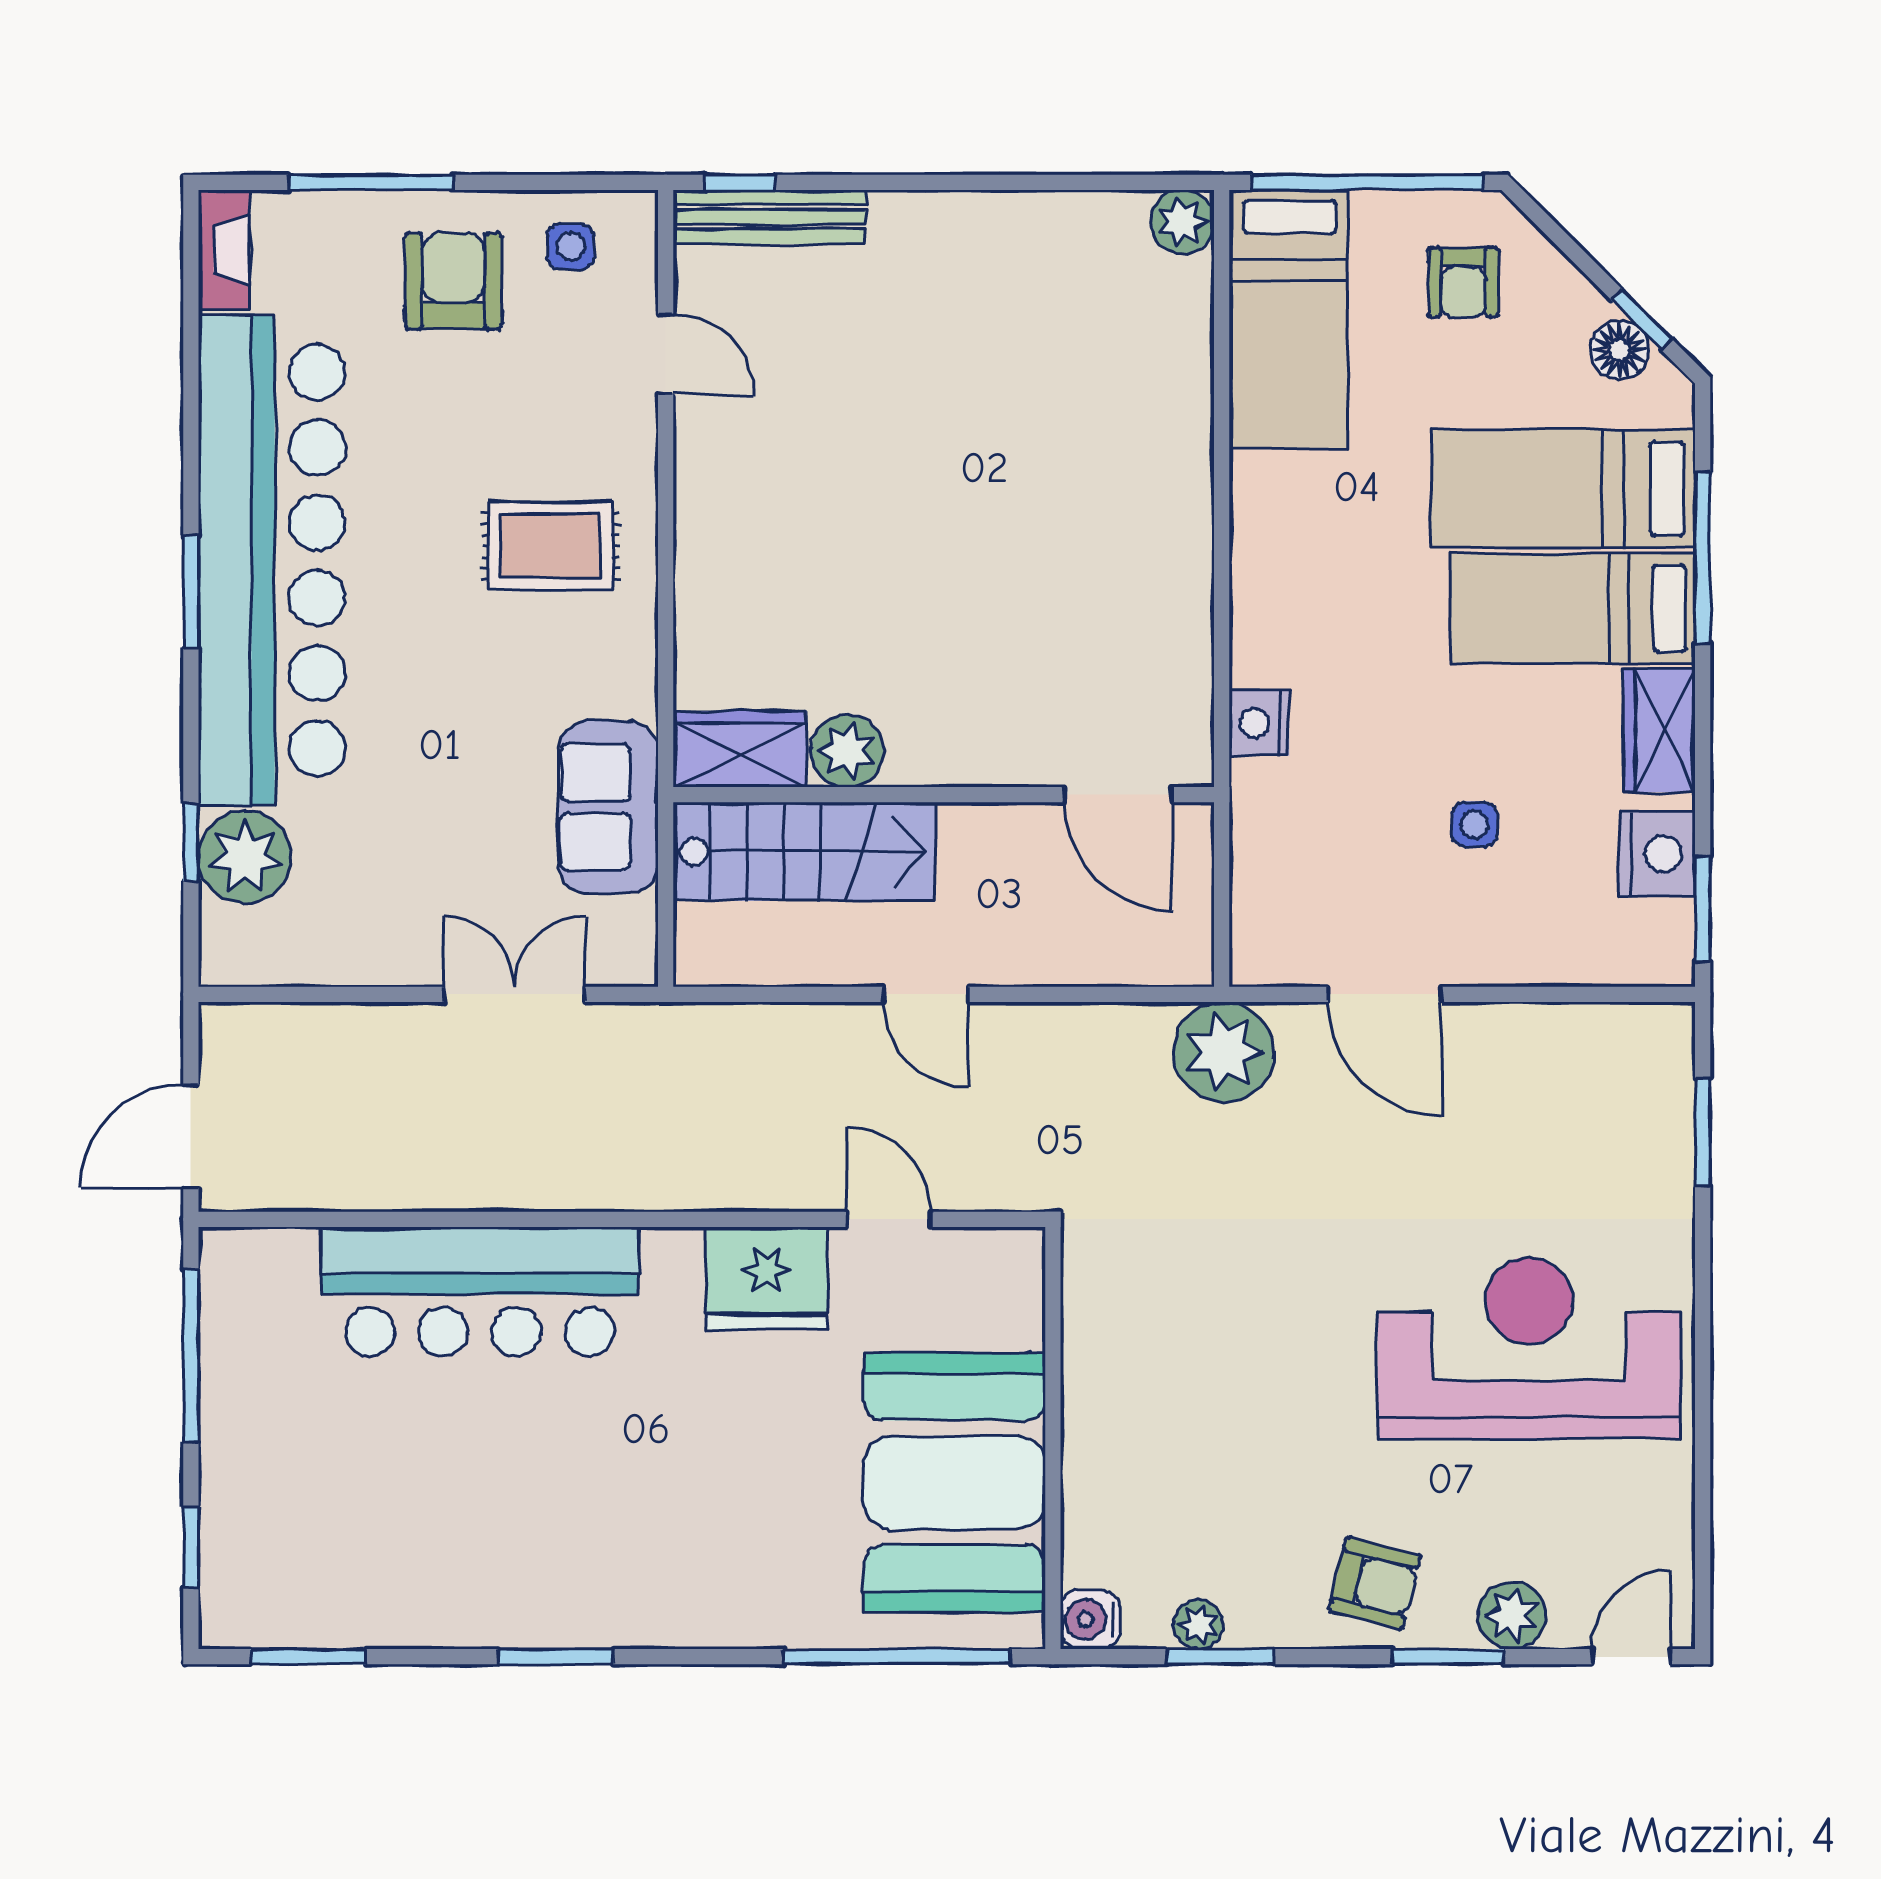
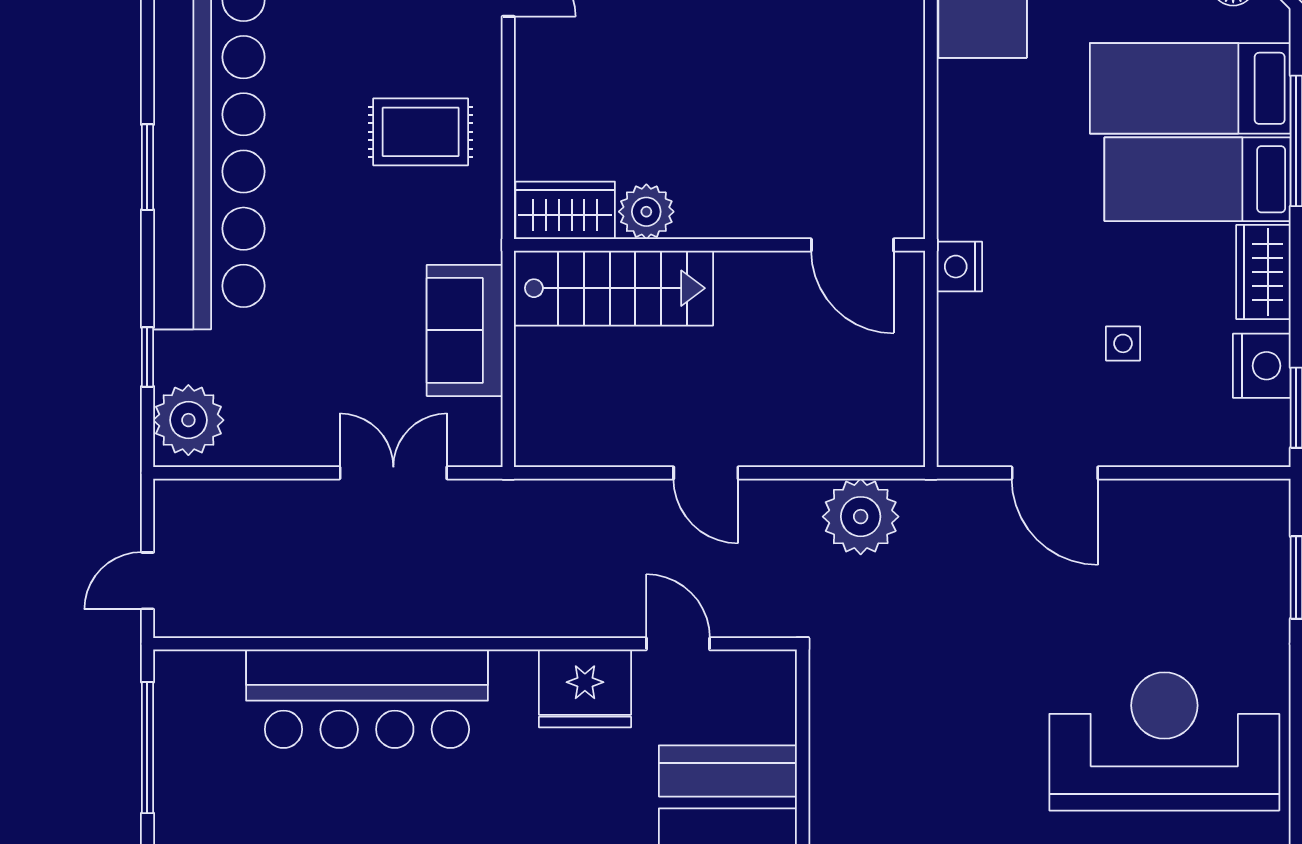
wardrobe: (741, 749) -> (565, 210), moved
plant: (847, 751) -> (646, 212), moved
wall: (944, 795) -> (720, 245), moved
door: (1118, 795) -> (852, 245), moved
stairs: (804, 851) -> (614, 288), moved
plant: (245, 857) -> (188, 420), moved
plant: (1223, 1052) -> (861, 517), moved
door: (191, 1136) -> (147, 581), width x0.73

